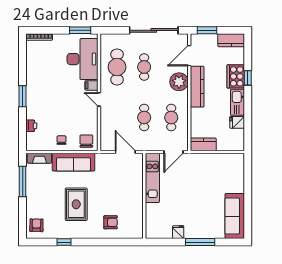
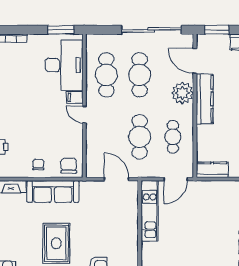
door: (189, 56) -> (195, 61), hinge flipped
cafe table: (144, 67) -> (140, 75), width x1.37, depth x1.35
cafe table: (144, 118) -> (140, 137), width x1.37, depth x1.35

